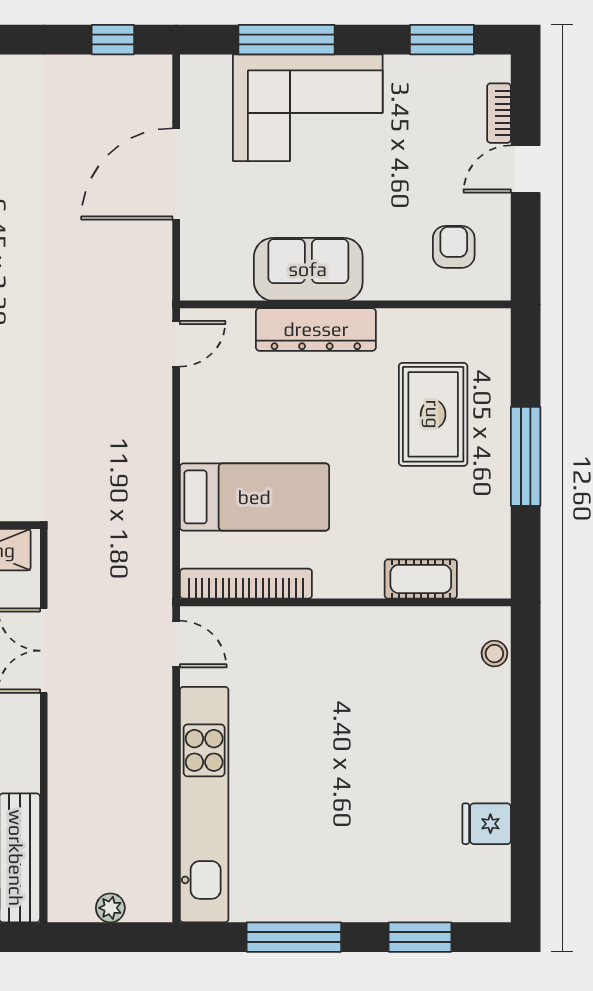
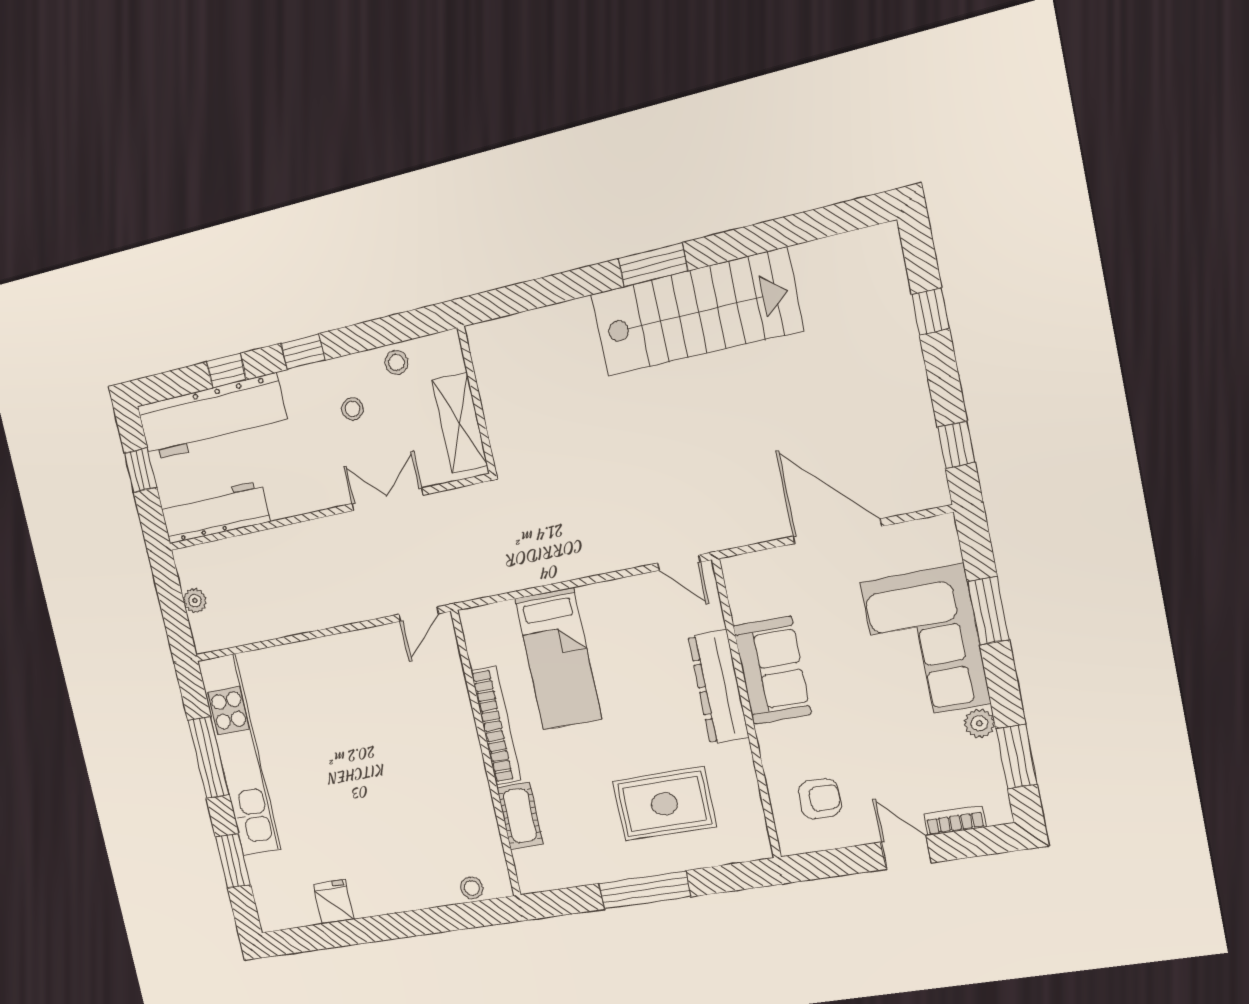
window: (287, 40) -> (988, 611), width x0.69
plant: (401, 70) -> (979, 723), added
bookcase: (246, 584) -> (496, 726), moved
kitchen unit: (204, 805) -> (239, 755), moved, turned -90

